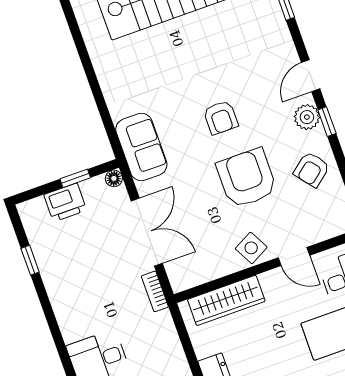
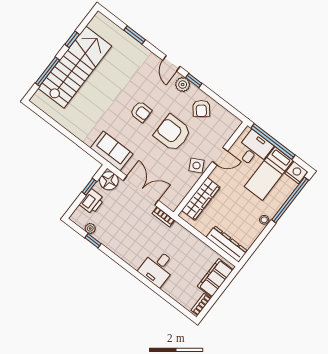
floor lamp: (114, 178) -> (109, 181), width x1.89, depth x1.89
plant: (38, 240) -> (90, 228), added

